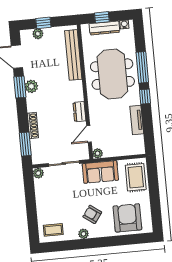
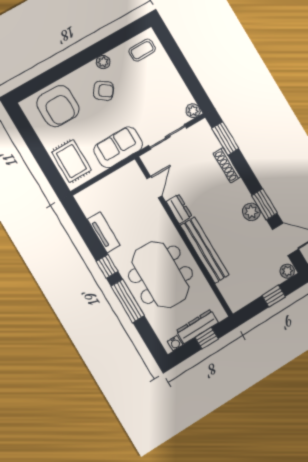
plant: (38, 34) -> (287, 271), moved
bench: (73, 55) -> (205, 250), moved
plant: (98, 153) -> (132, 168), removed

